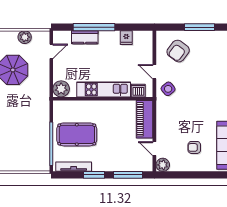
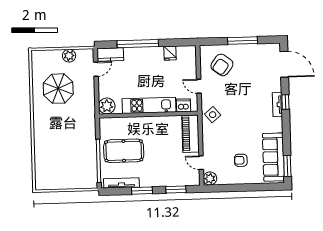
kitchen counter: (85, 37) -> (110, 54), moved
side table: (168, 89) -> (213, 115), moved
window: (128, 175) -> (176, 190), width x0.69

